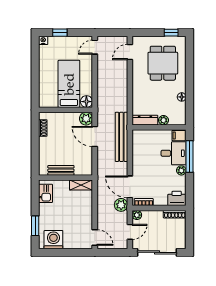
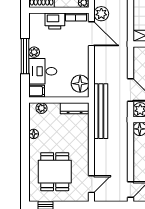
plant: (163, 120) -> (41, 108), moved
bench: (121, 137) -> (101, 111), moved
floor lamp: (140, 142) -> (80, 84), added
window: (190, 156) -> (25, 56), moved
printer: (177, 198) -> (55, 21), moved

